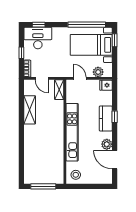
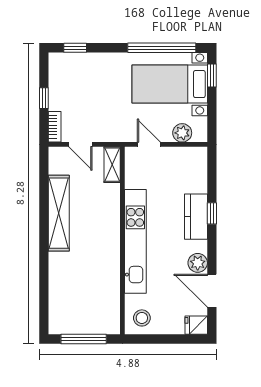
desk: (38, 38) -> (74, 72), removed
fridge: (106, 85) -> (196, 325), moved
shelving: (30, 110) -> (59, 213), width x1.47

